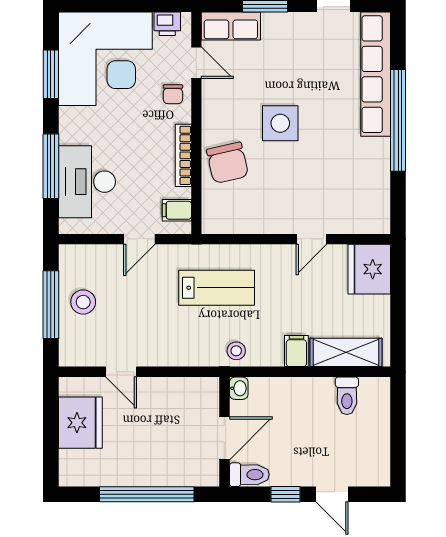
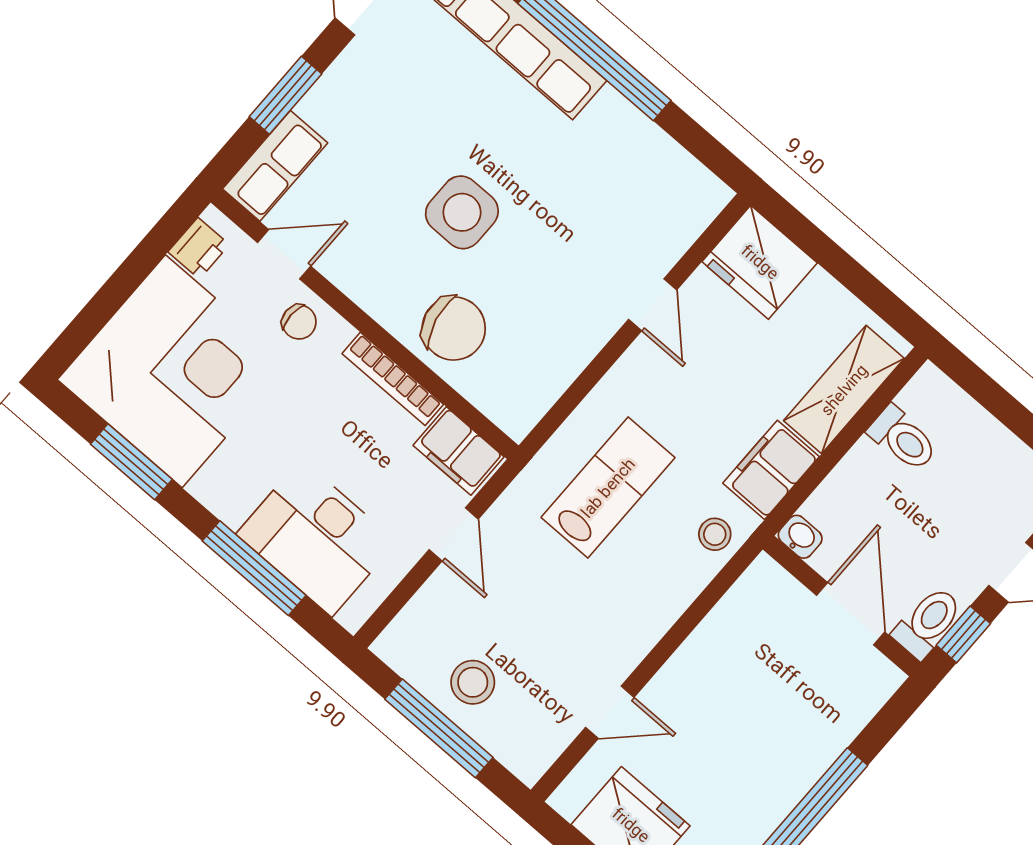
filing cabinet: (177, 210) -> (459, 451), width x2.00
filing cabinet: (296, 351) -> (771, 470), width x2.00
washbasin: (239, 388) -> (800, 537), moved
wall: (224, 432) -> (842, 606), moved
door: (224, 438) -> (851, 614), moved
toilet: (249, 475) -> (928, 622), moved

